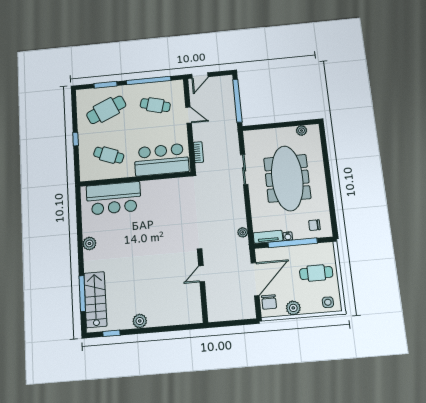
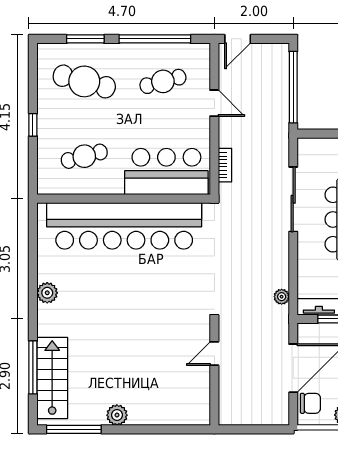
cafe table: (155, 105) -> (163, 81), turned -30
cafe table: (106, 110) -> (84, 81), turned 39
cafe table: (109, 155) -> (84, 156), turned -36
sliding door: (244, 169) -> (293, 199), width x1.37
bar counter: (114, 198) -> (124, 226), width x1.86
chair: (269, 302) -> (310, 403), turned -90
window: (111, 333) -> (74, 429), width x2.17

